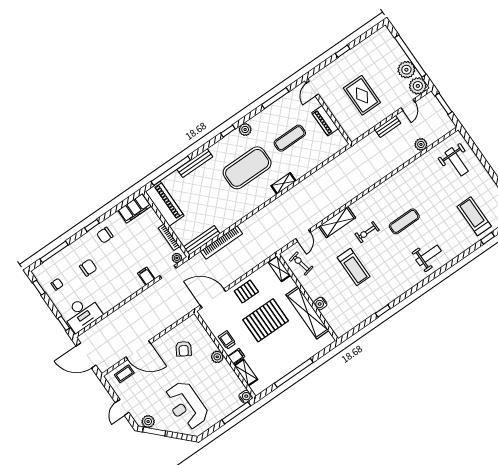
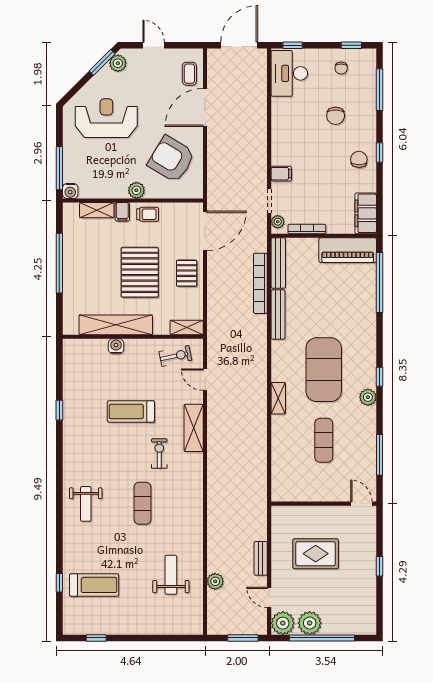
piano: (325, 121) -> (316, 493), removed
weight bench: (457, 162) -> (171, 575), moved, turned 90
bench: (195, 163) -> (278, 315), moved
armchair: (184, 349) -> (171, 159), width x1.88, depth x1.88

